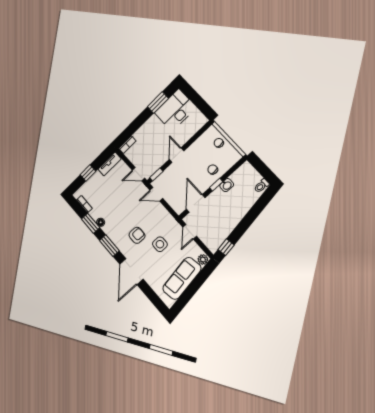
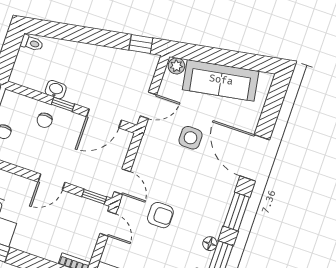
armchair: (137, 235) -> (160, 215), moved, turned 180
door: (131, 272) -> (255, 158), swing flipped

